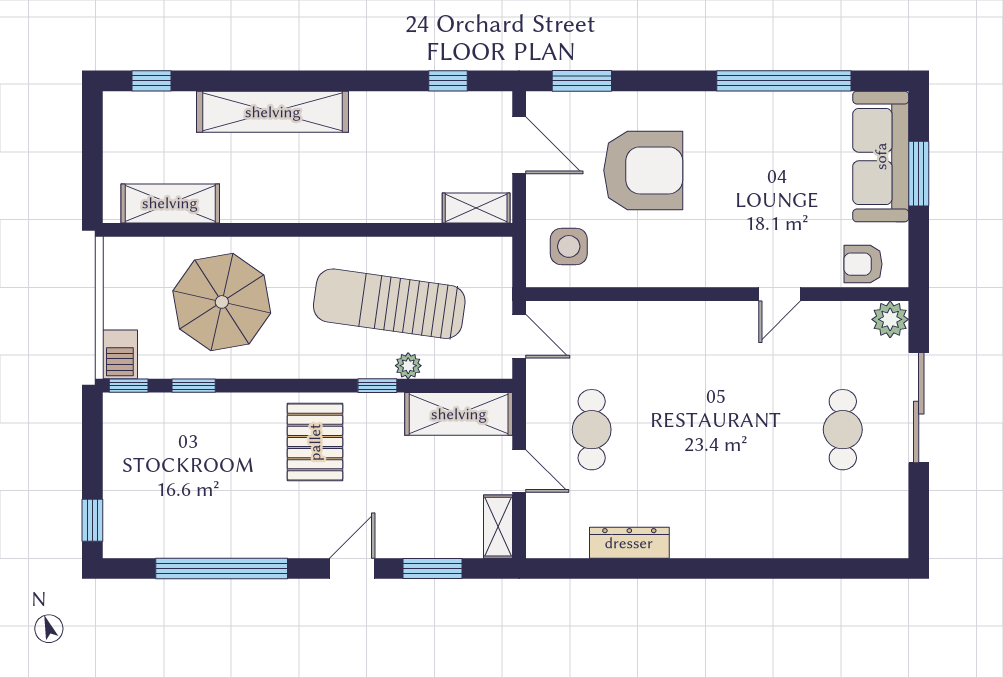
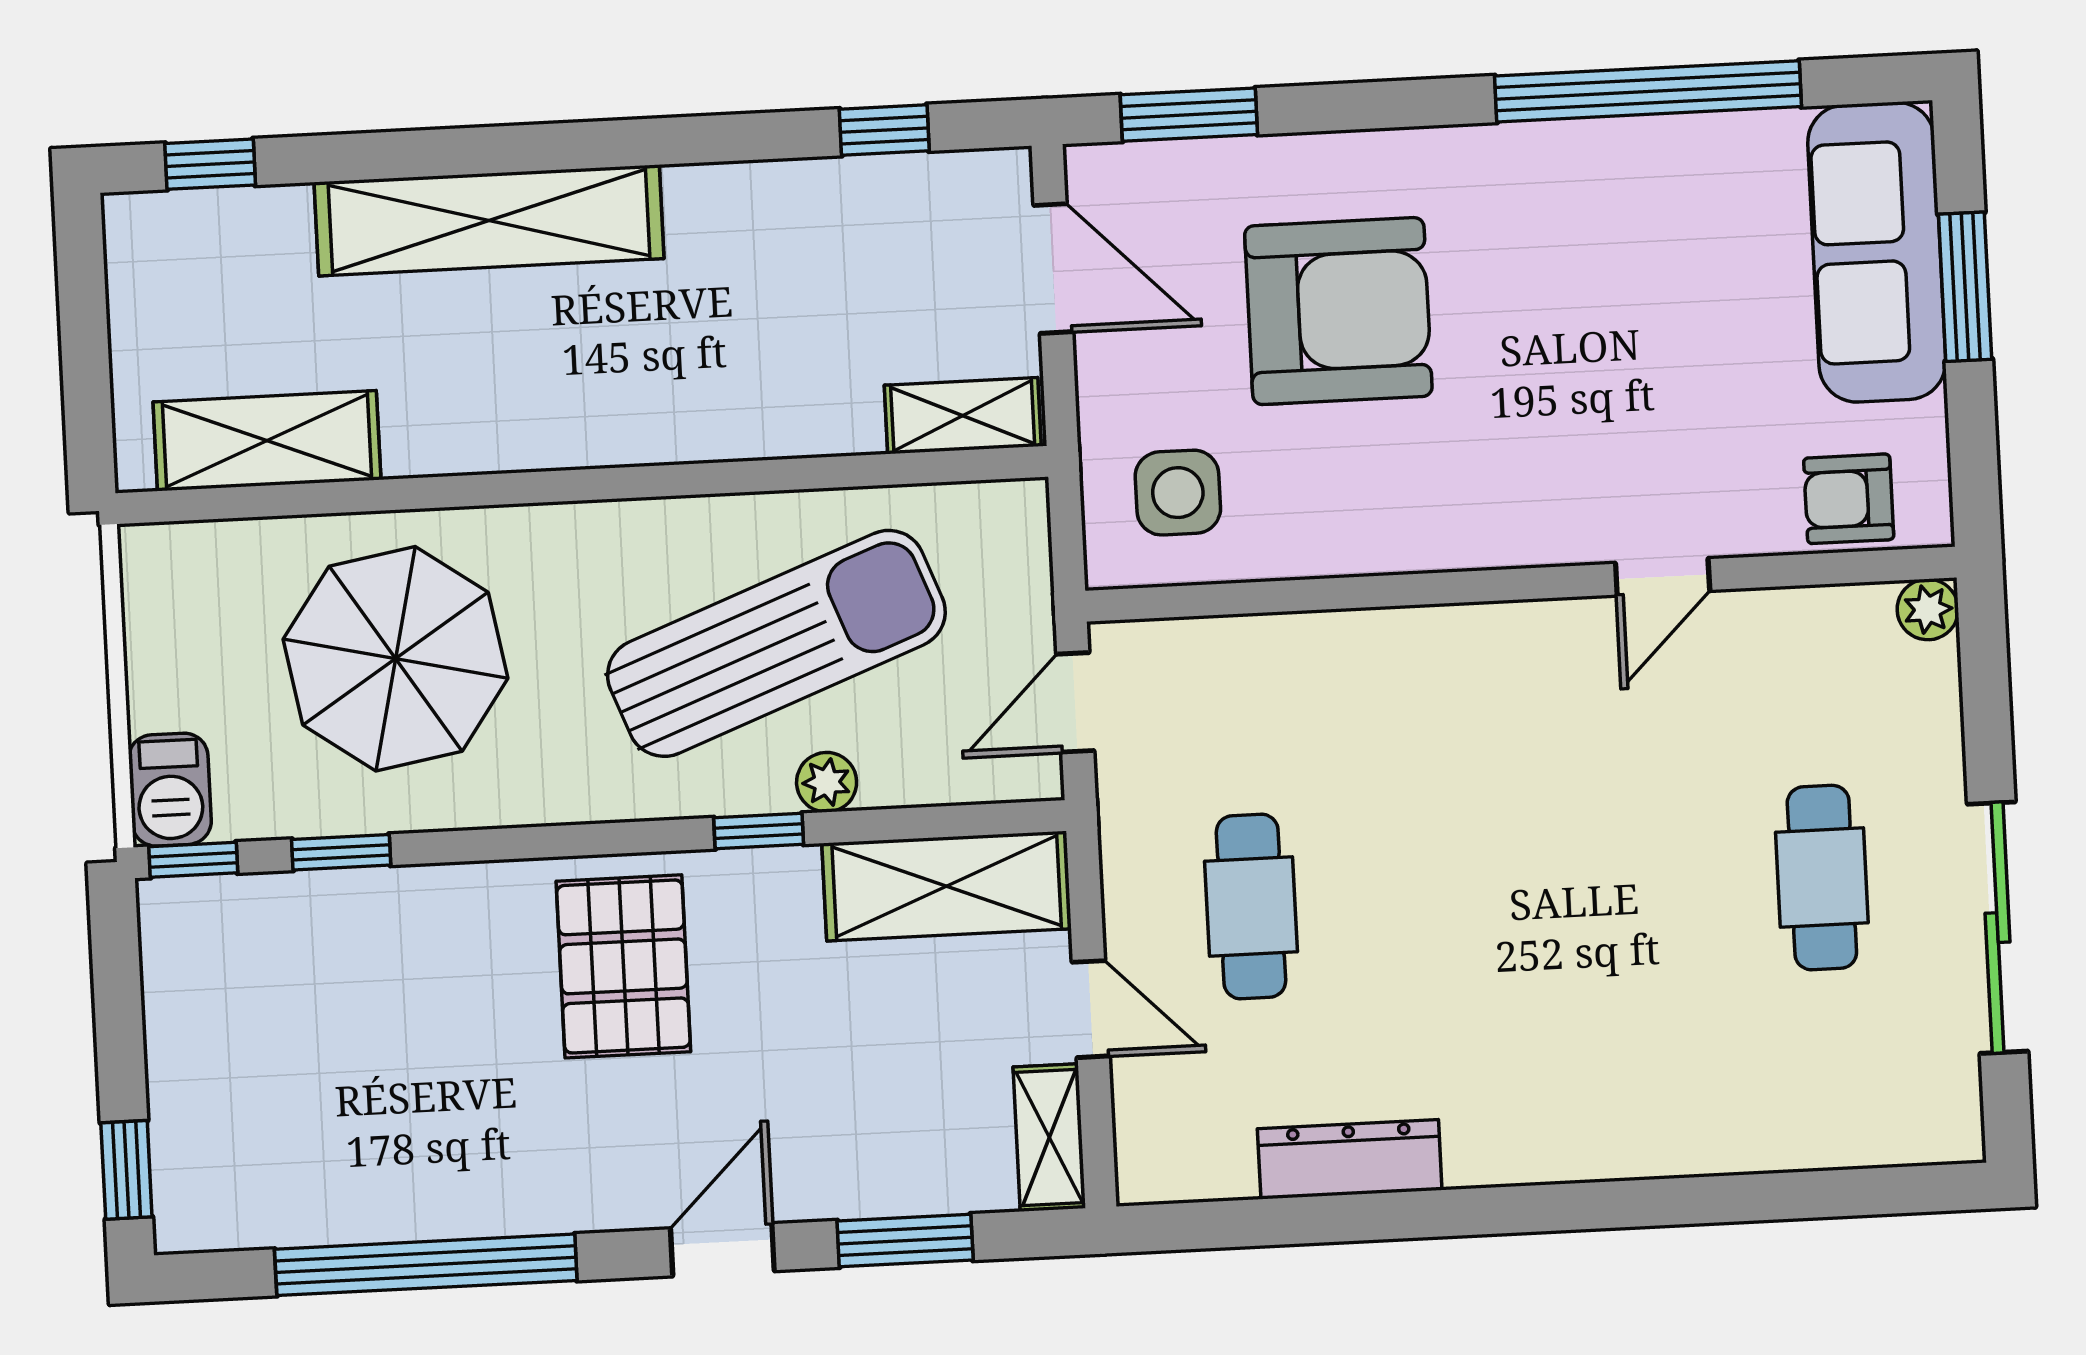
sun lounger: (389, 304) -> (776, 643), turned 151
plant: (890, 319) -> (1928, 609), width x0.73, depth x0.73
door: (519, 336) -> (1075, 702), swing flipped
sliding door: (919, 408) -> (1998, 928), moved

